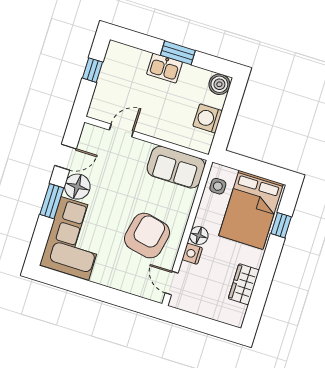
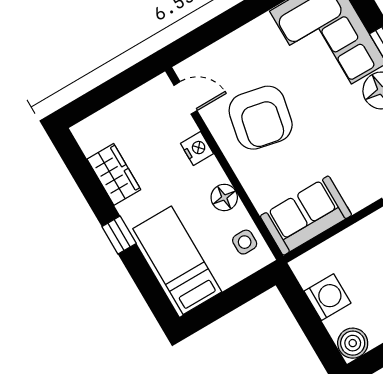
bed: (251, 210) -> (177, 260), width x0.67
window: (281, 225) -> (119, 235), moved
floor lamp: (199, 236) -> (224, 197), moved

